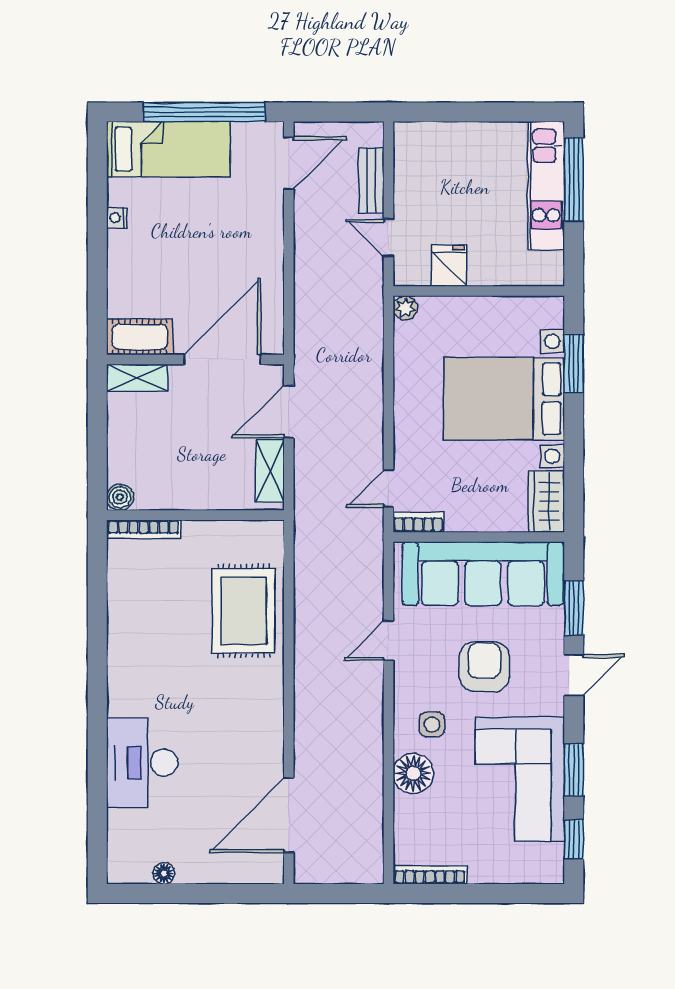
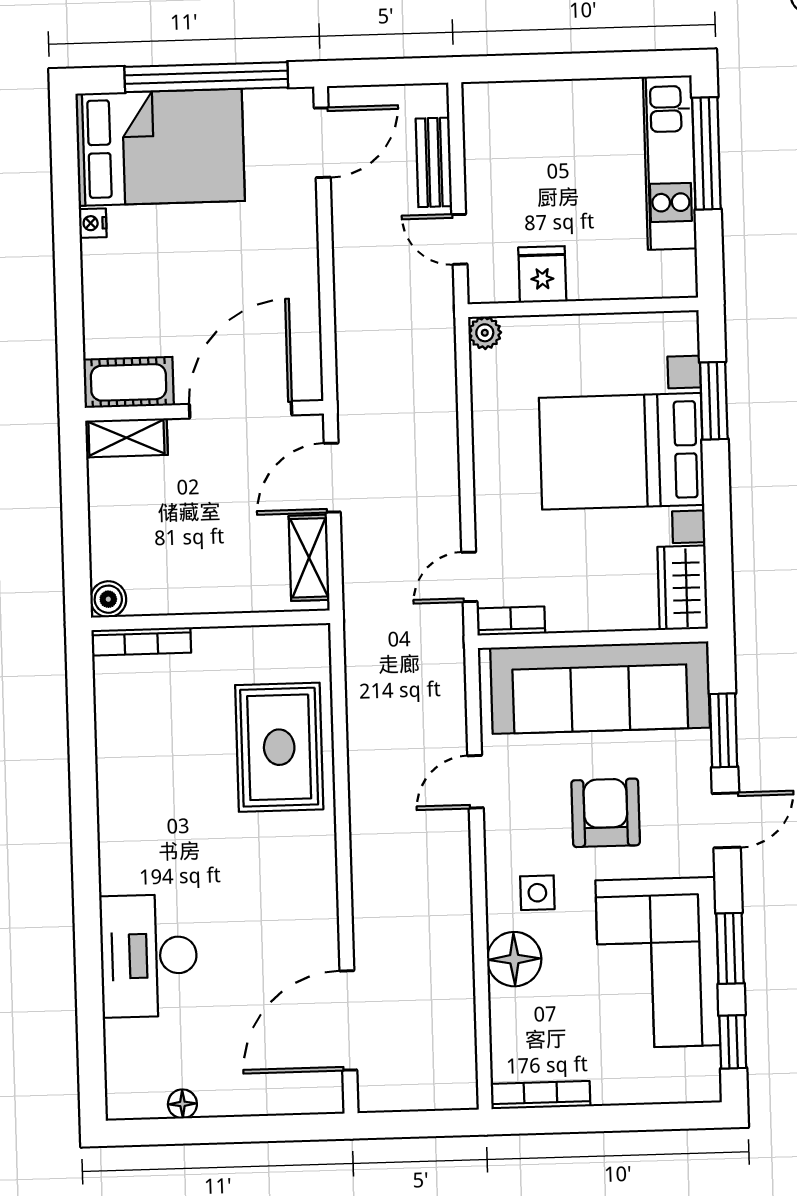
bed: (168, 149) -> (160, 147), width x1.50

